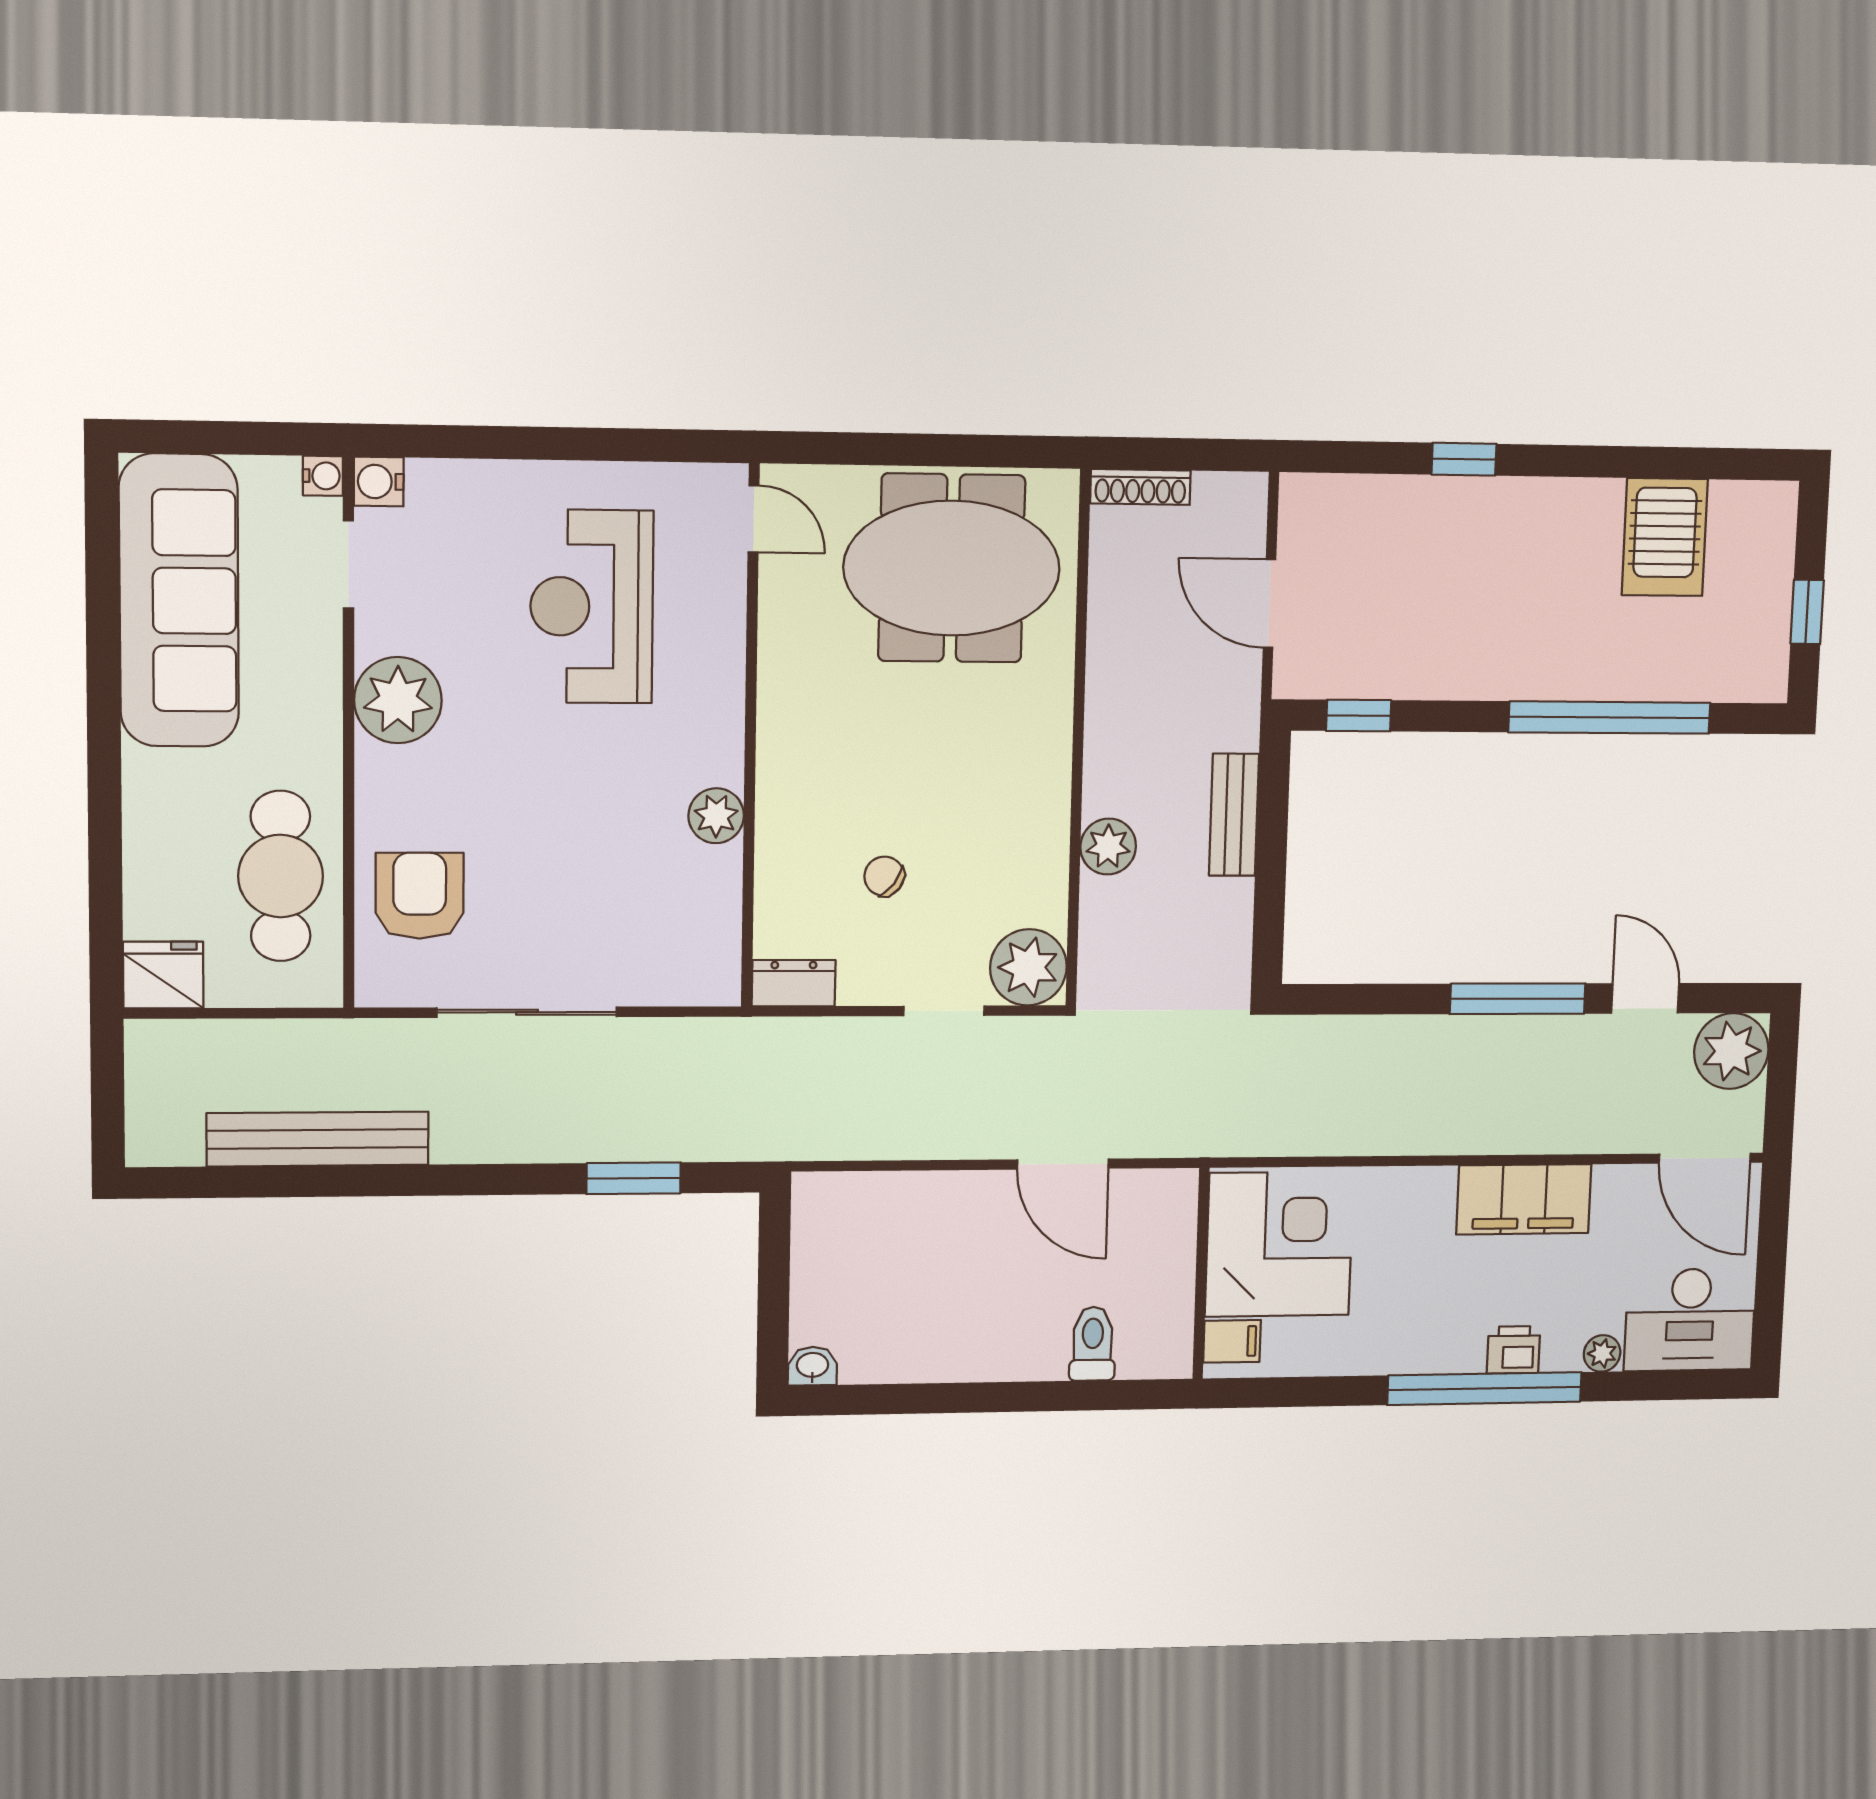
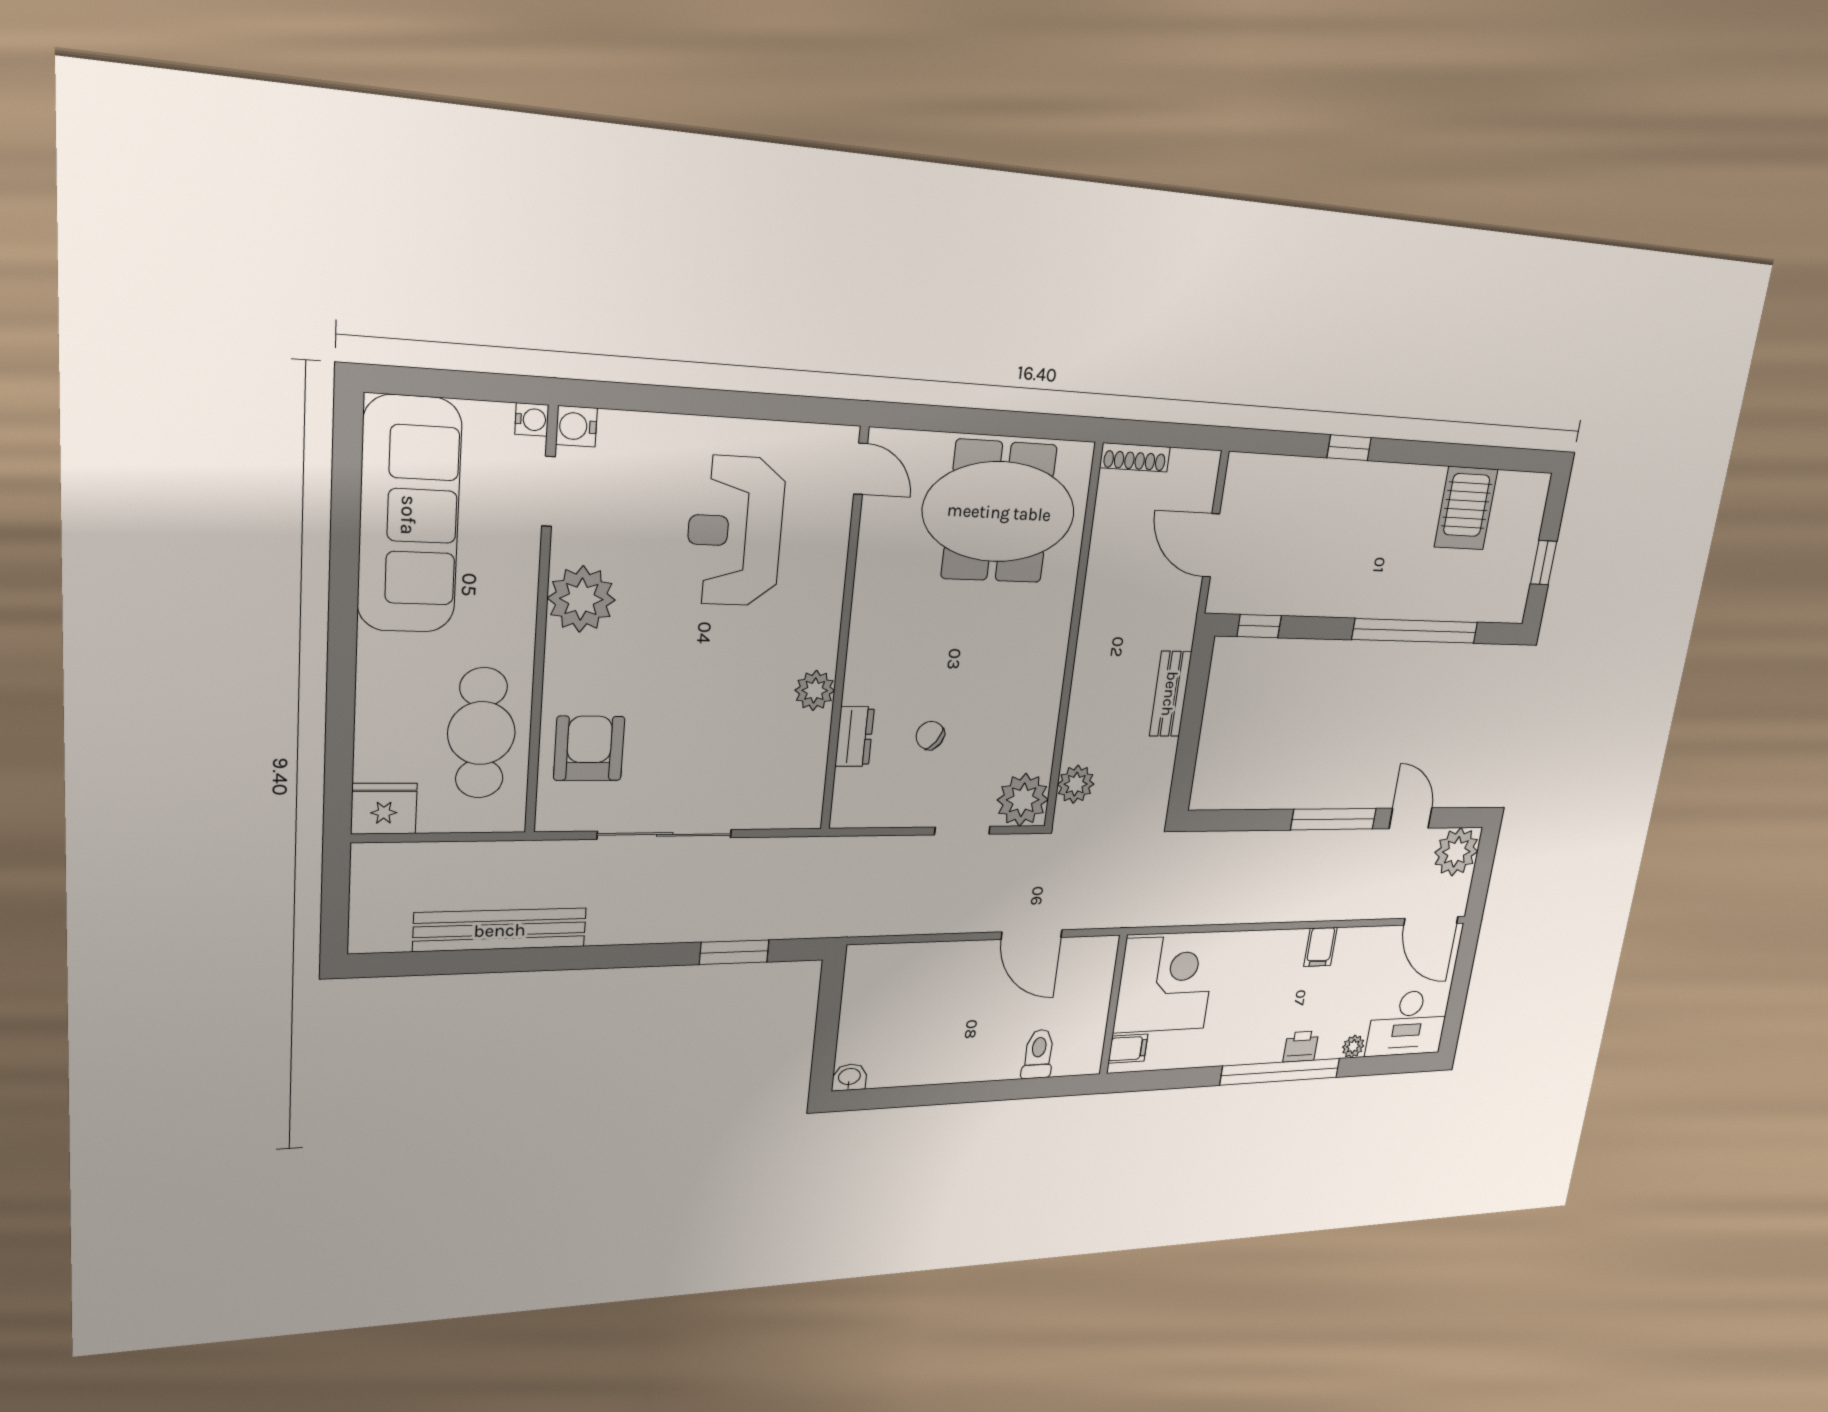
plant: (1108, 847) -> (1076, 784), moved
dresser: (794, 983) -> (855, 737), moved, turned 90
filing cabinet: (1524, 1199) -> (1320, 947), width x0.33, depth x0.86

